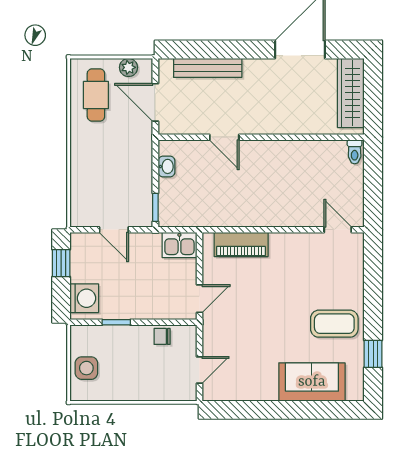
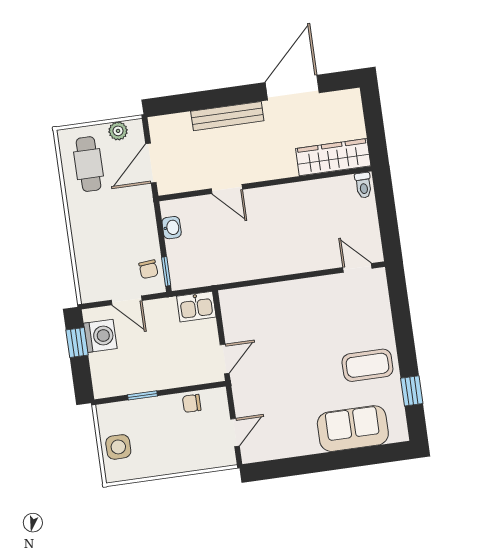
bench: (208, 68) -> (227, 116), moved
wardrobe: (351, 93) -> (333, 157), moved, turned 90
door: (155, 102) -> (151, 163), hinge flipped
chair: (139, 203) -> (149, 269), added
piano: (241, 244) -> (260, 297), removed
washing machine: (84, 298) -> (100, 336), moved

